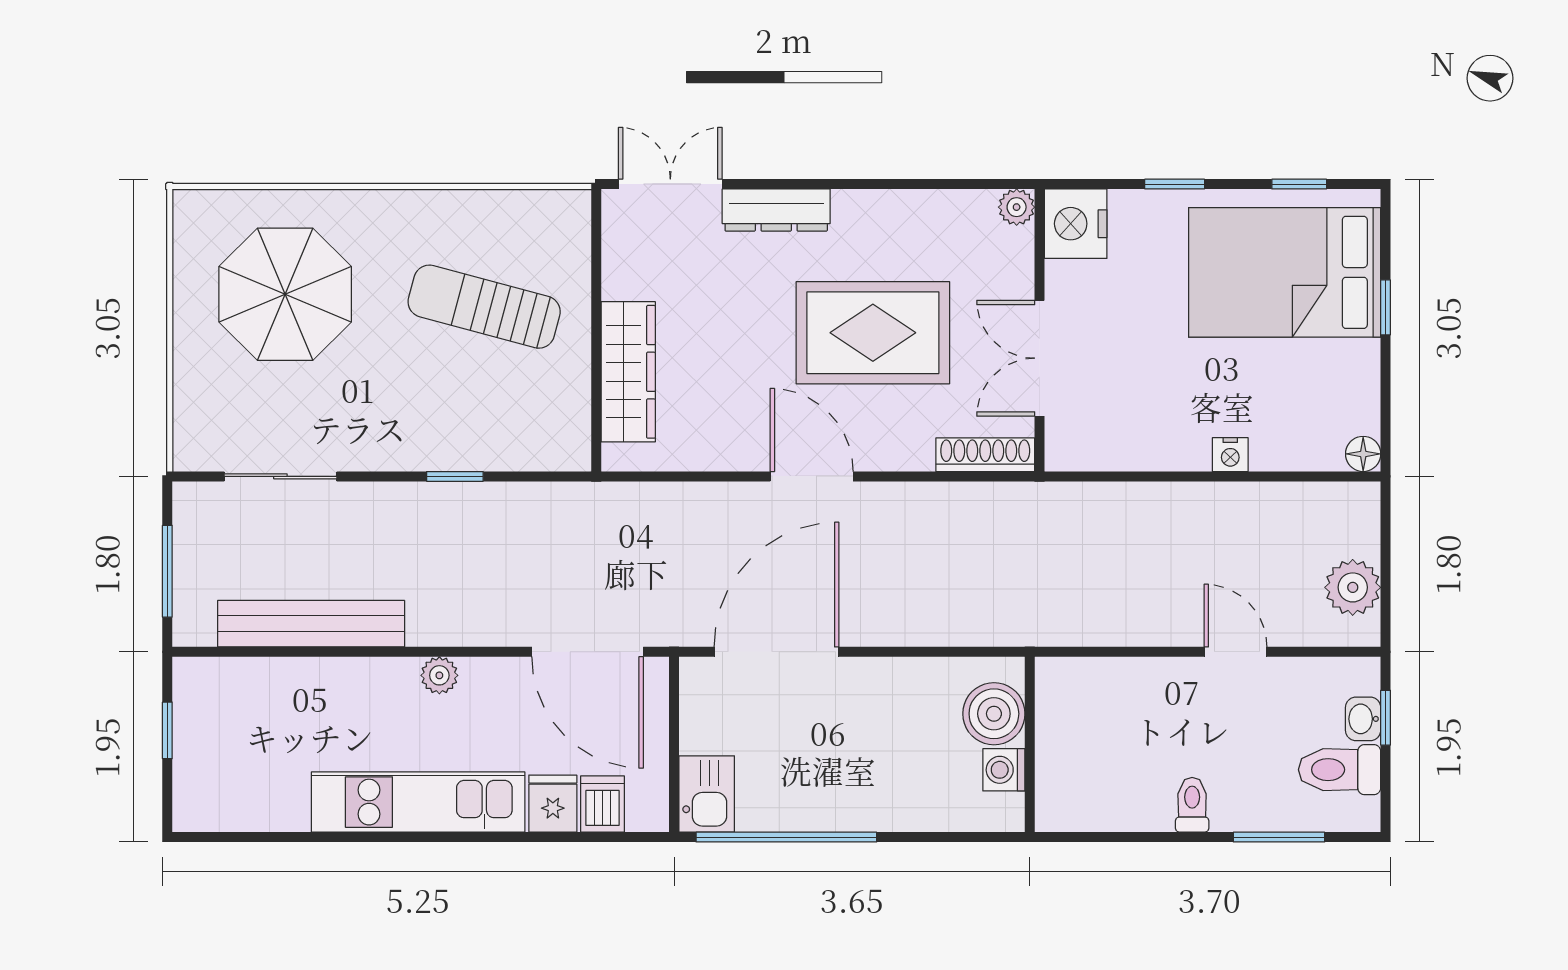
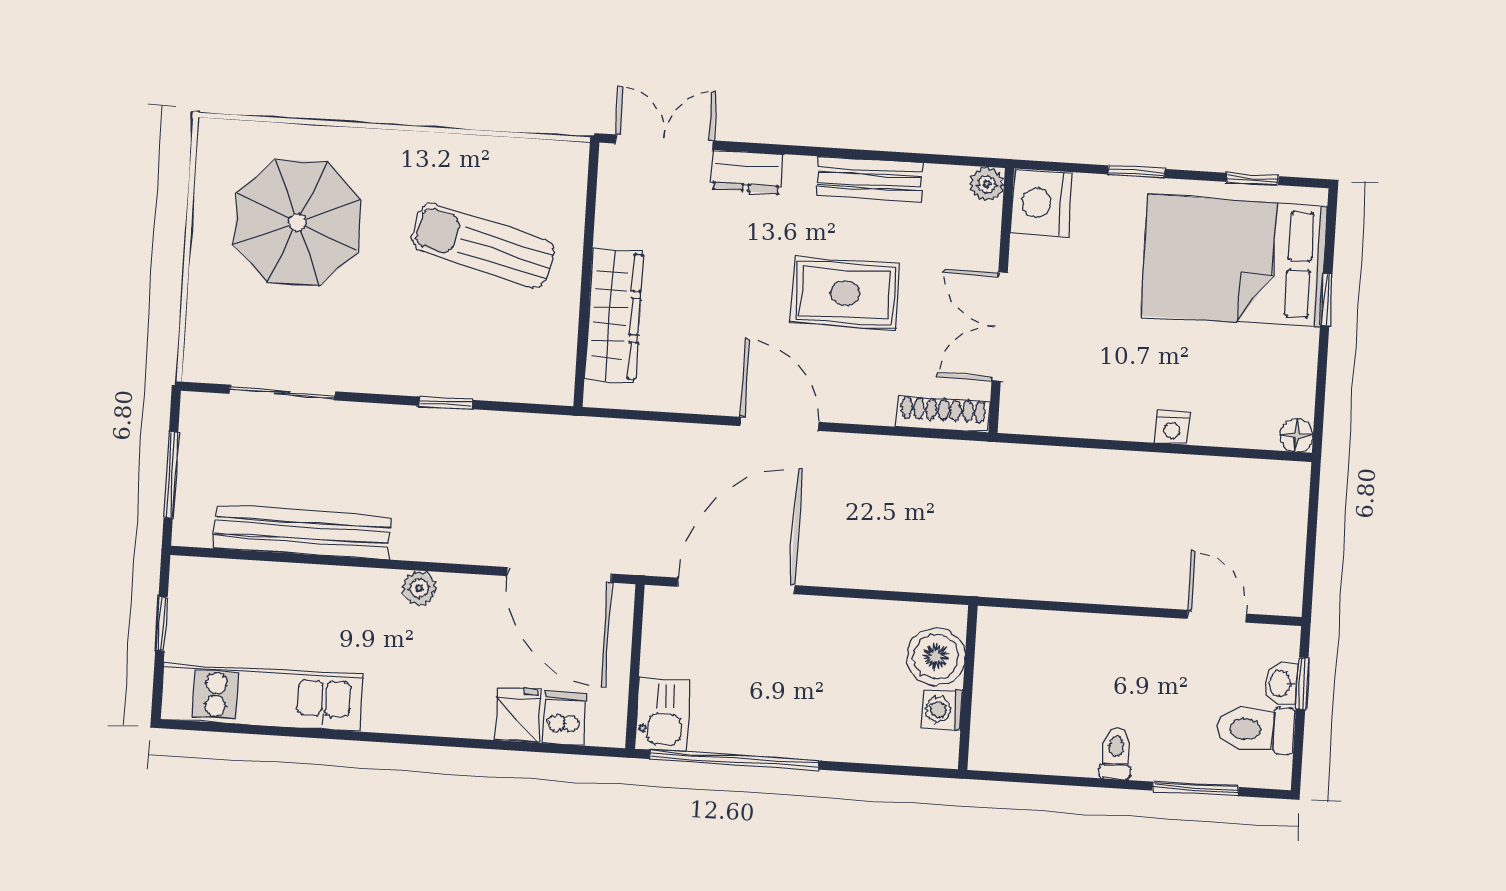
dresser: (776, 210) -> (746, 172), width x0.70
bench: (891, 210) -> (870, 179), added
rug: (873, 333) -> (845, 293), width x0.73, depth x0.70
plant: (1353, 587) -> (1279, 560), removed
door: (1236, 652) -> (1217, 616), moved
kitchen unit: (418, 802) -> (262, 697), moved

